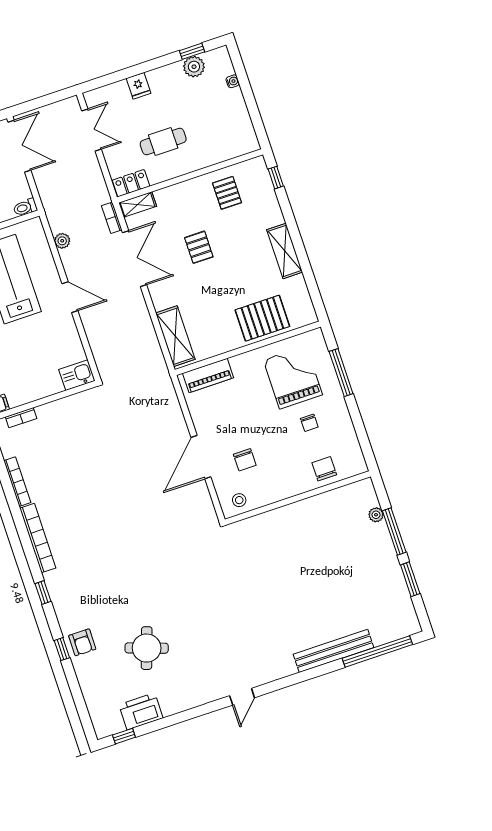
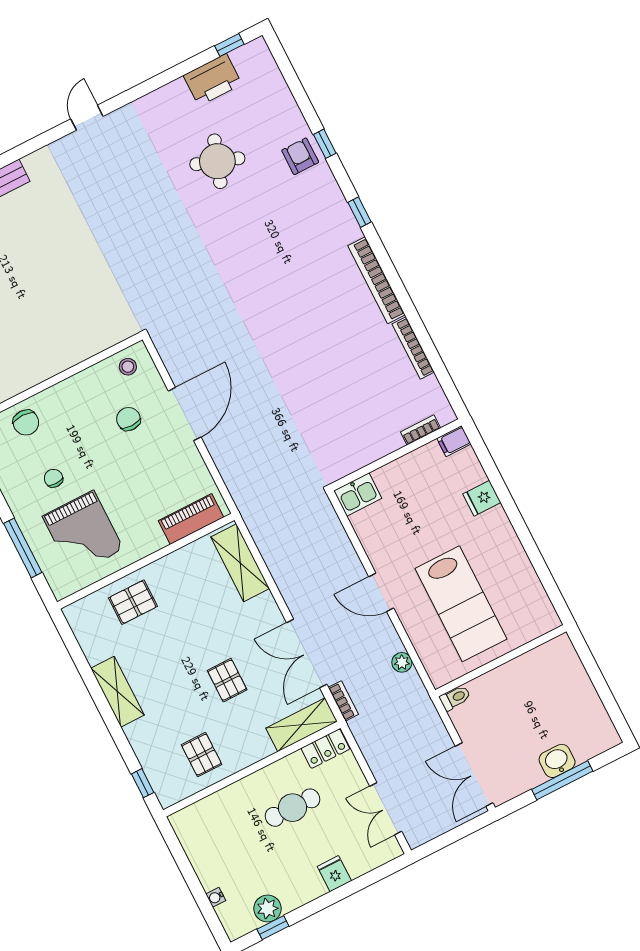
shelving: (138, 205) -> (302, 725), width x1.50, depth x1.33
pallet: (262, 318) -> (133, 602), width x0.67, depth x0.71

